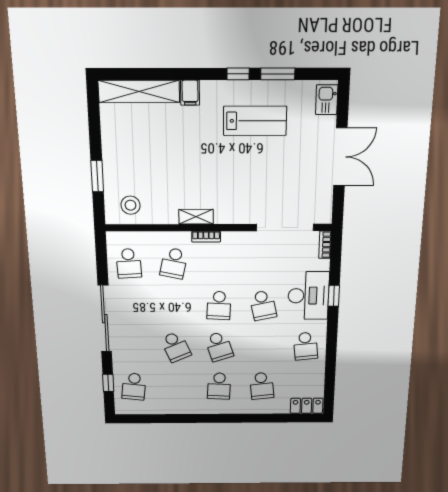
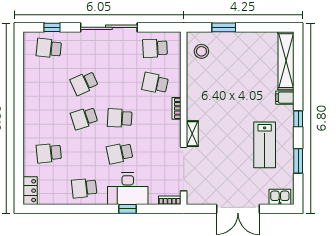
window: (238, 74) -> (298, 119), moved
shelving: (196, 217) -> (192, 134), moved
school desk: (219, 386) -> (49, 118), removed

